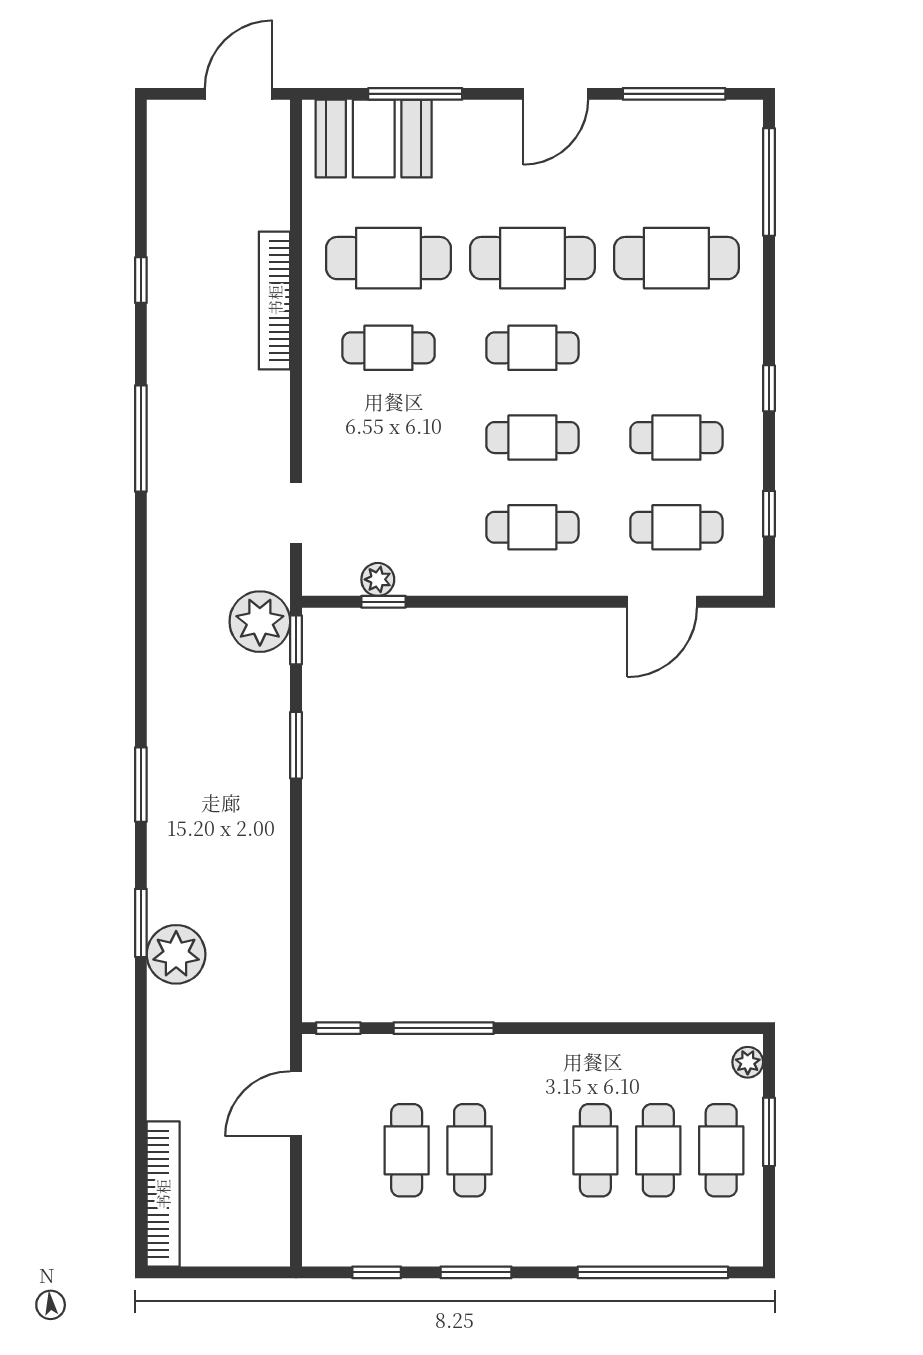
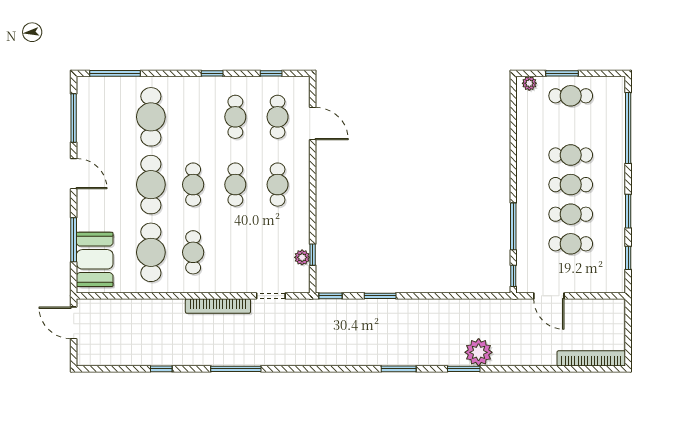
bookcase: (275, 300) -> (218, 306), moved
plant: (260, 622) -> (322, 313), removed
cafe table: (658, 1150) -> (571, 185), moved

